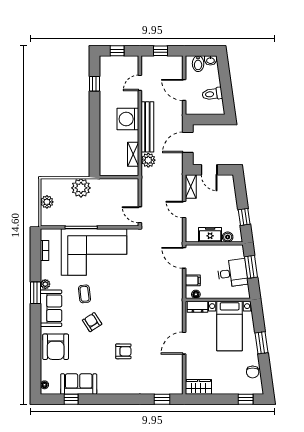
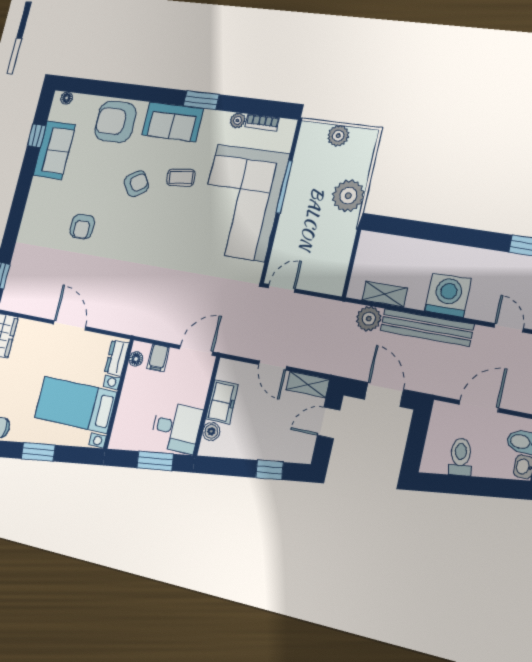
door: (184, 210) -> (273, 365), swing flipped
window: (244, 217) -> (269, 470), moved
desk: (233, 273) -> (176, 427), moved, turned -82
plant: (45, 284) -> (237, 120), moved

